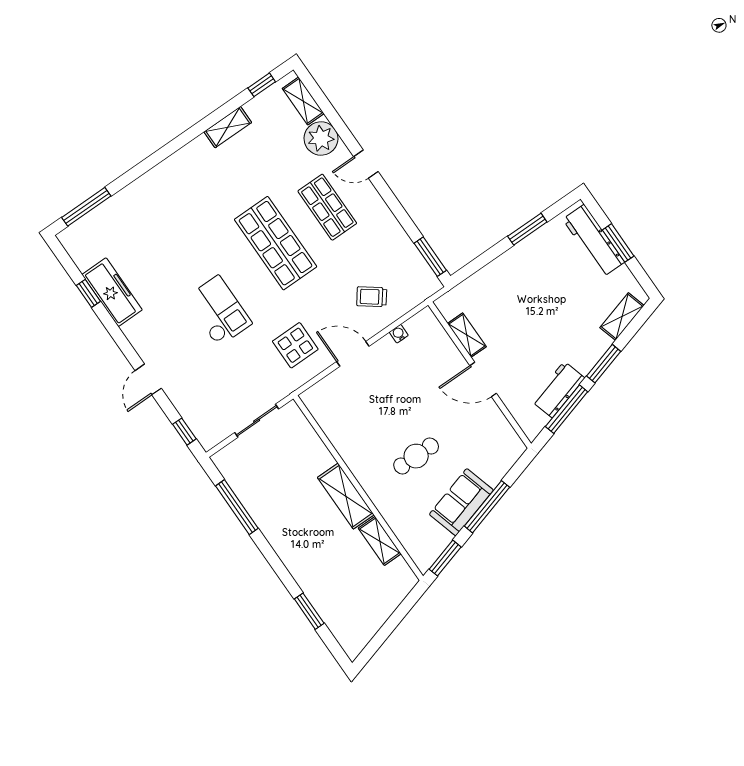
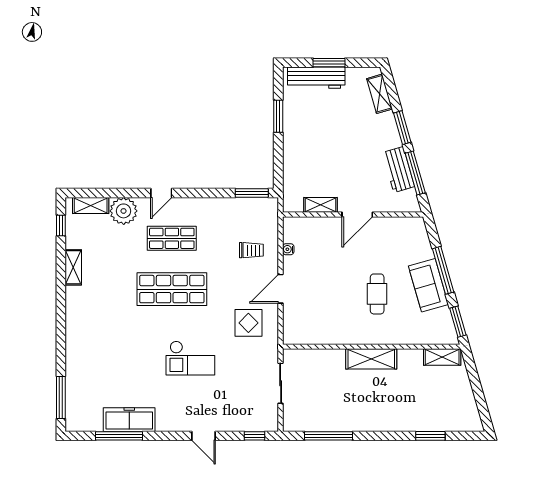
window: (88, 293) -> (119, 436), width x2.17
trolley: (372, 297) -> (251, 250), turned -127
checkout: (218, 311) -> (190, 358), turned 180
shelving: (380, 541) -> (442, 357), moved

